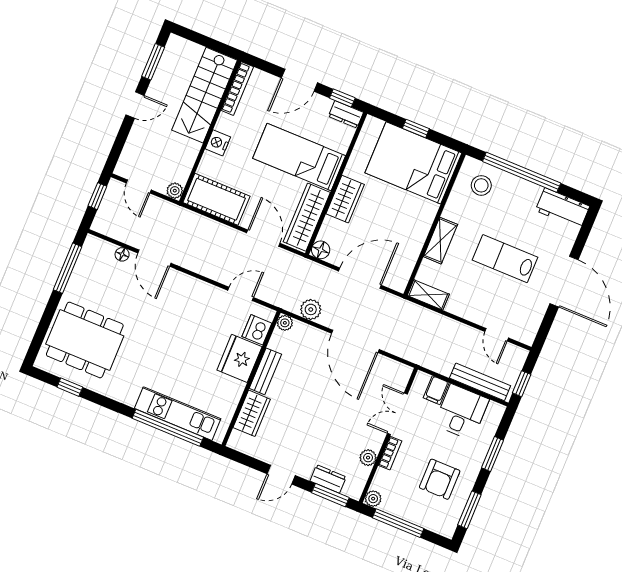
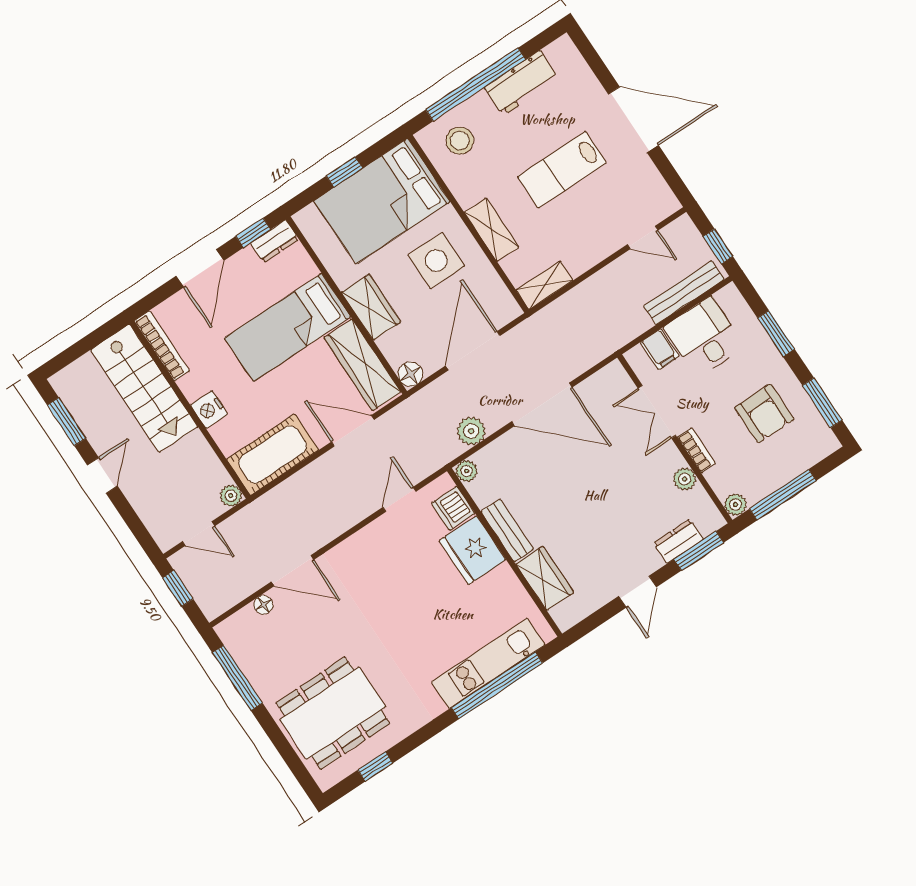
workbench: (563, 208) -> (521, 83), moved
side table: (399, 220) -> (436, 261), added

